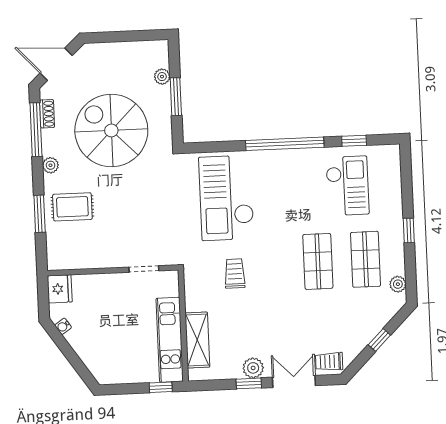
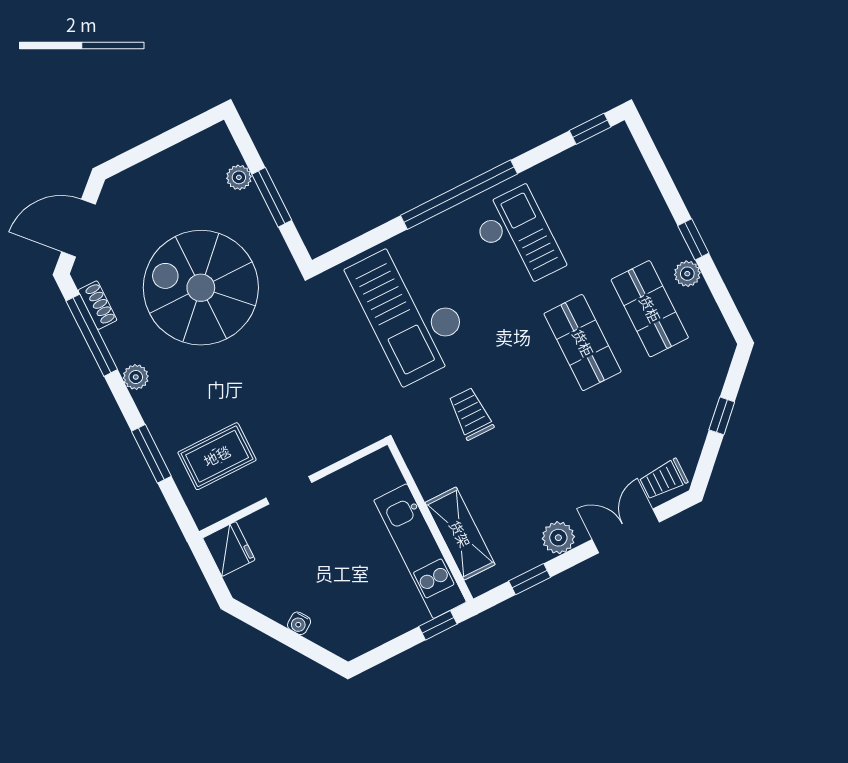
window: (354, 141) -> (590, 129), moved
checkout: (347, 186) -> (518, 239), moved
rug: (72, 207) -> (217, 456), moved
doorway: (144, 269) -> (289, 490), moved
plant: (398, 284) -> (687, 274), moved
water cooler: (63, 326) -> (299, 623), moved
window: (249, 383) -> (530, 579), moved

